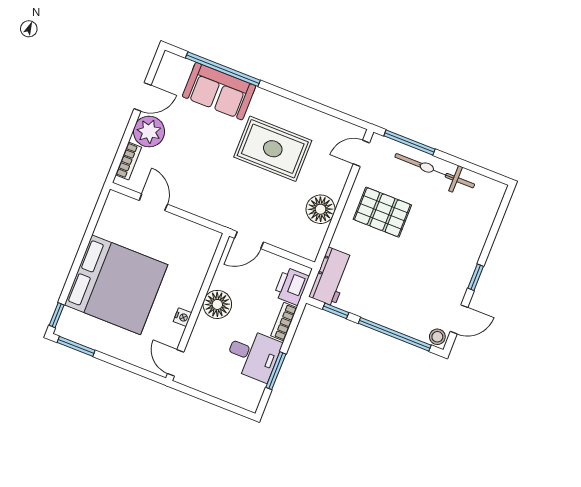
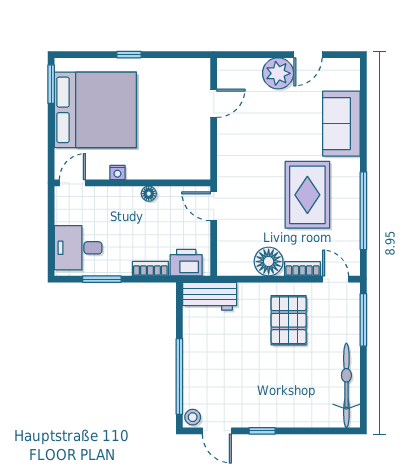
window: (223, 69) -> (363, 211), moved
door: (143, 97) -> (308, 55), hinge flipped
bookcase: (128, 161) -> (302, 269), moved, turned 180
bicycle: (435, 171) -> (346, 385), moved
bed: (116, 285) -> (95, 110), moved, turned -90
floor lamp: (217, 304) -> (149, 194), width x0.53, depth x0.53
window: (336, 311) -> (179, 313), removed
window: (57, 315) -> (129, 55), moved
desk: (253, 355) -> (78, 248), moved, turned 90

